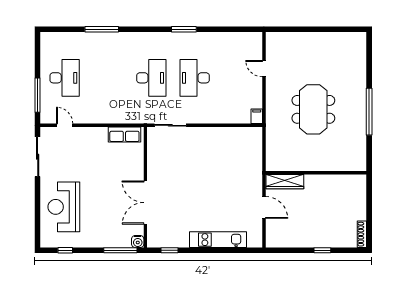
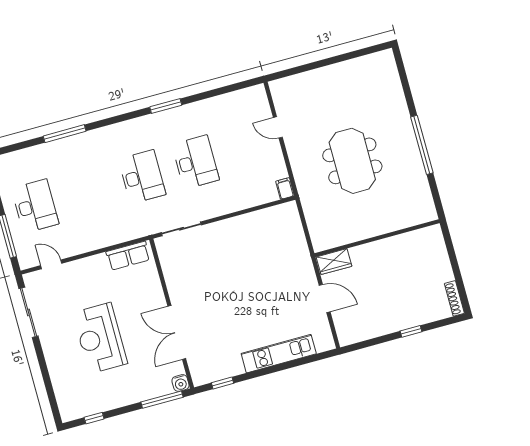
desk: (195, 78) -> (195, 162), turned 180
wardrobe: (285, 182) -> (334, 262), width x0.67
reception desk: (64, 207) -> (100, 338), moved

